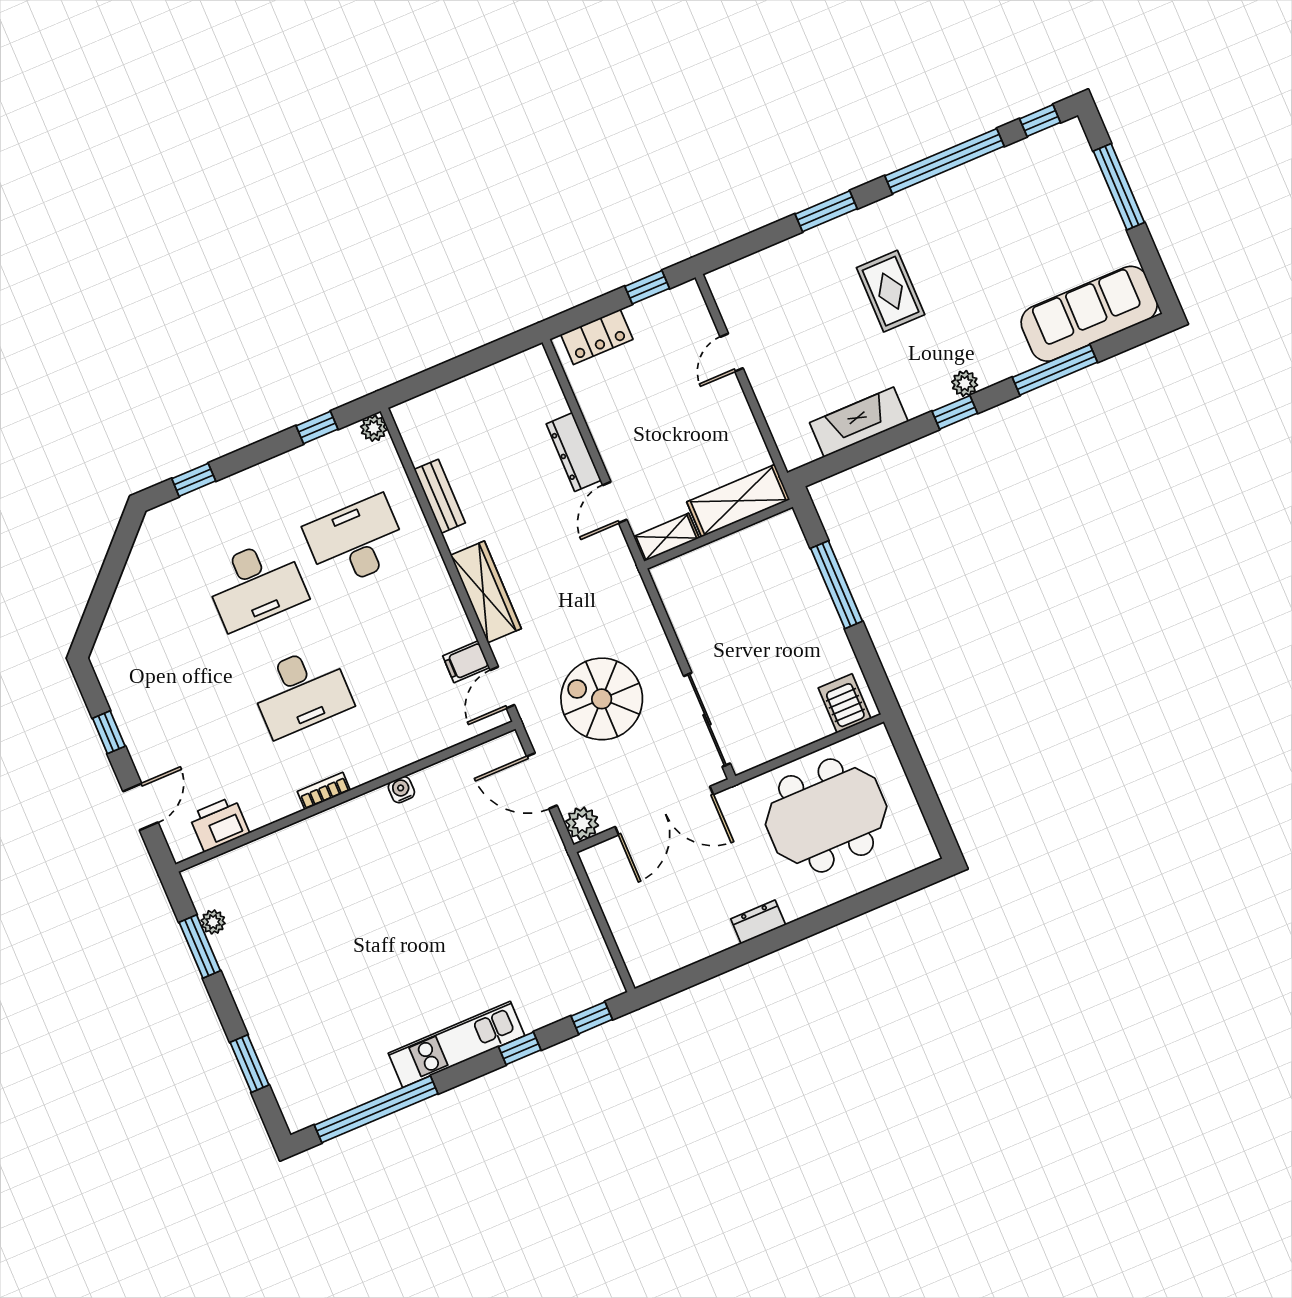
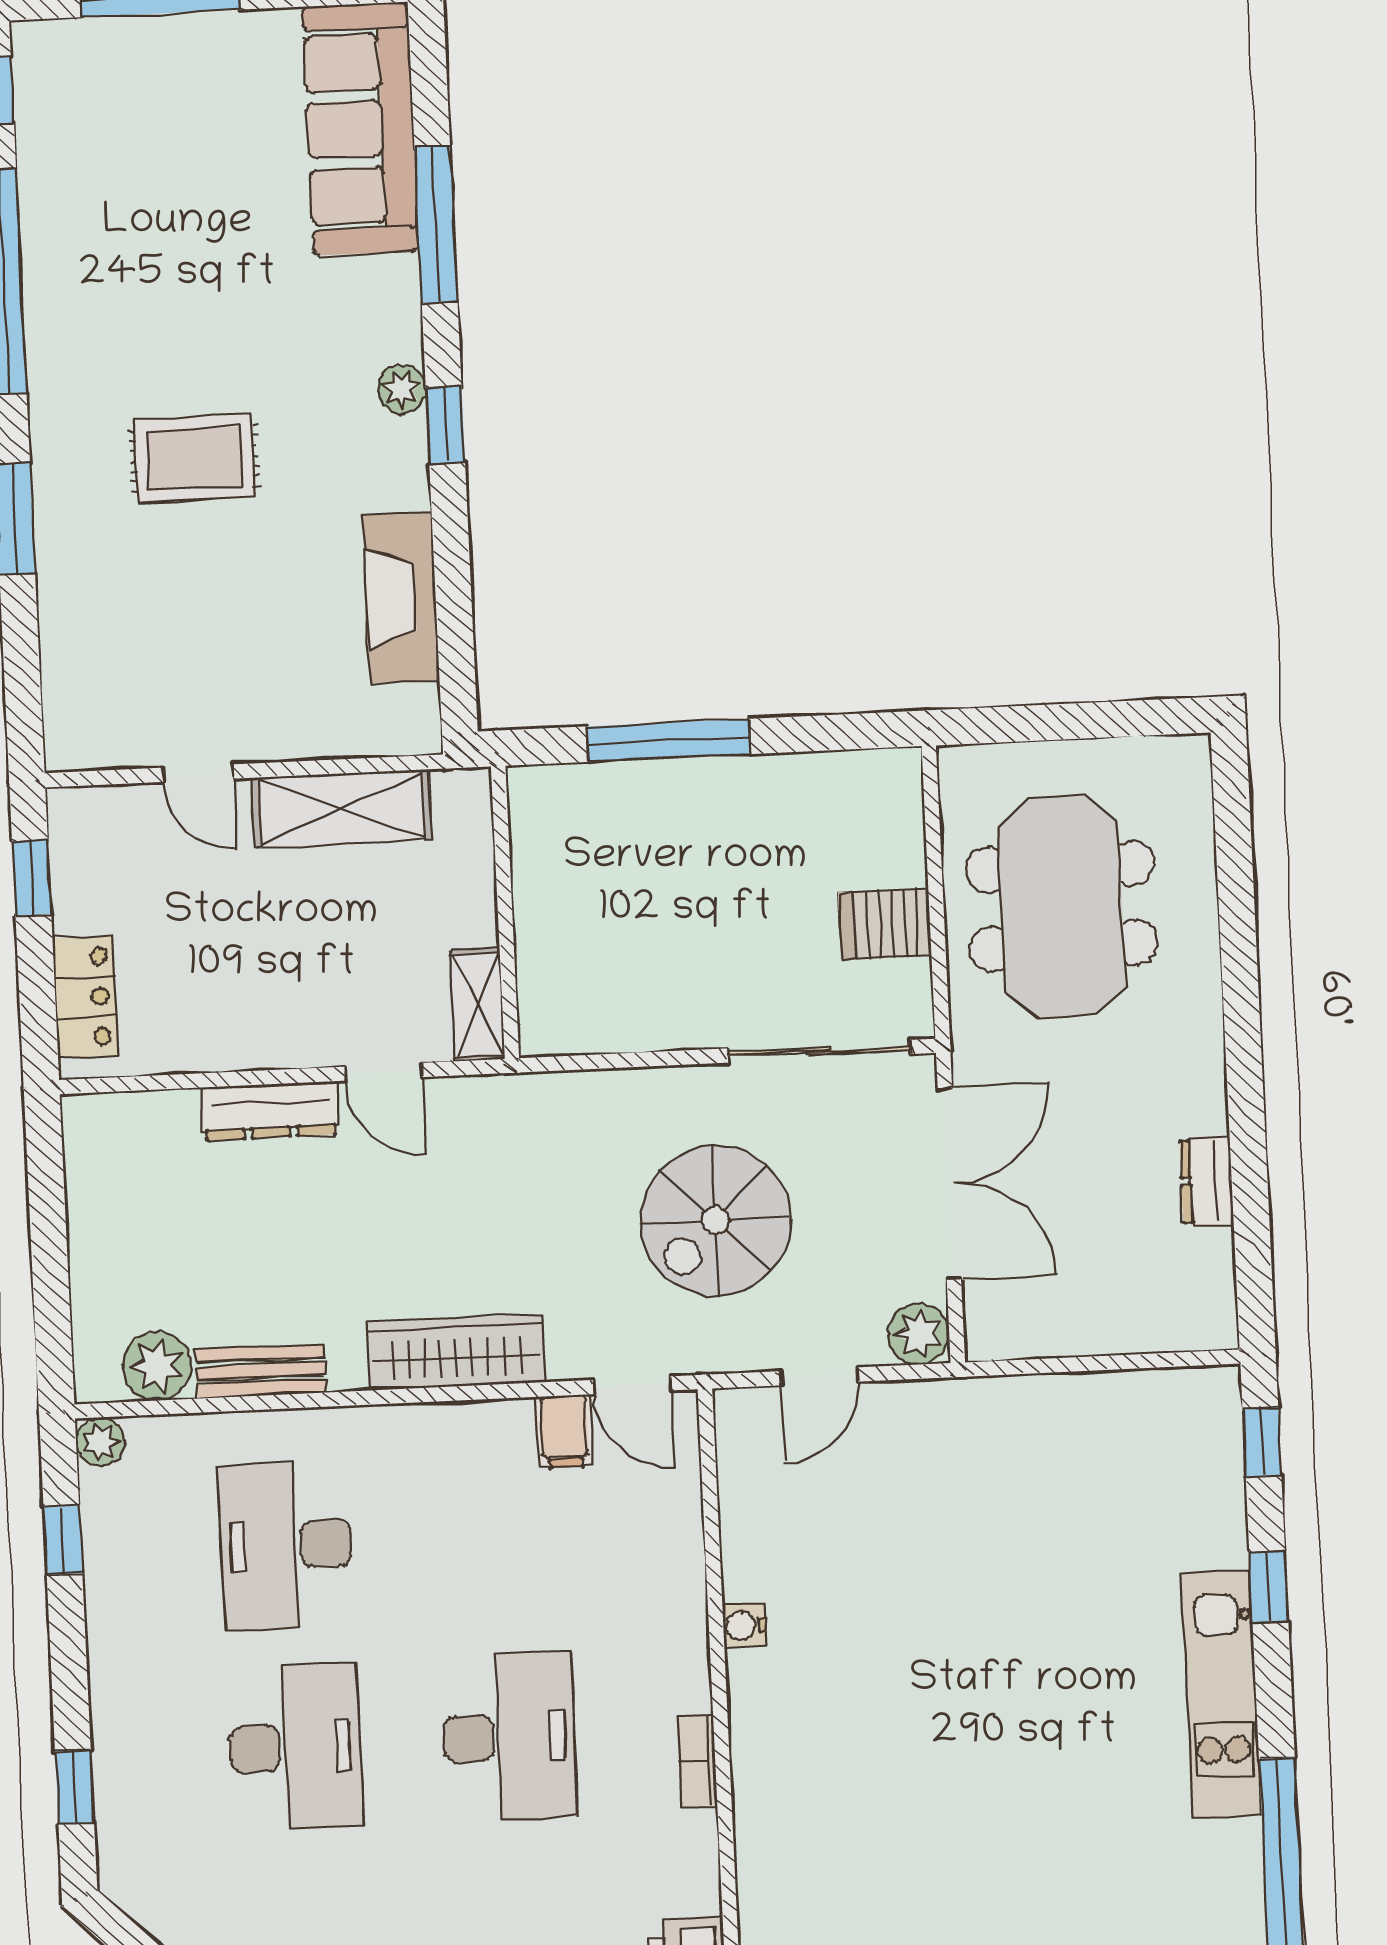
plant: (423, 443) -> (157, 1366), added
shelving: (738, 501) -> (342, 809), moved, turned 90
server rack: (845, 703) -> (885, 924), moved
door: (542, 781) -> (819, 1376), width x0.73
dresser: (758, 922) -> (1207, 1181), moved

